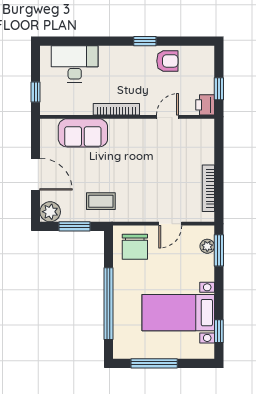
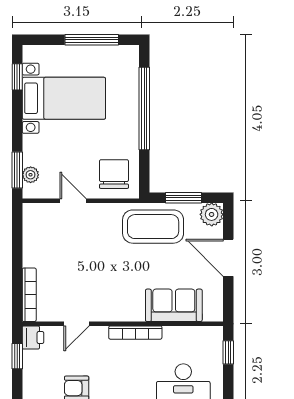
bookcase: (208, 188) -> (29, 295), moved
coffee table: (101, 201) -> (153, 227), width x1.86, depth x1.72
door: (170, 224) -> (73, 201), hinge flipped

